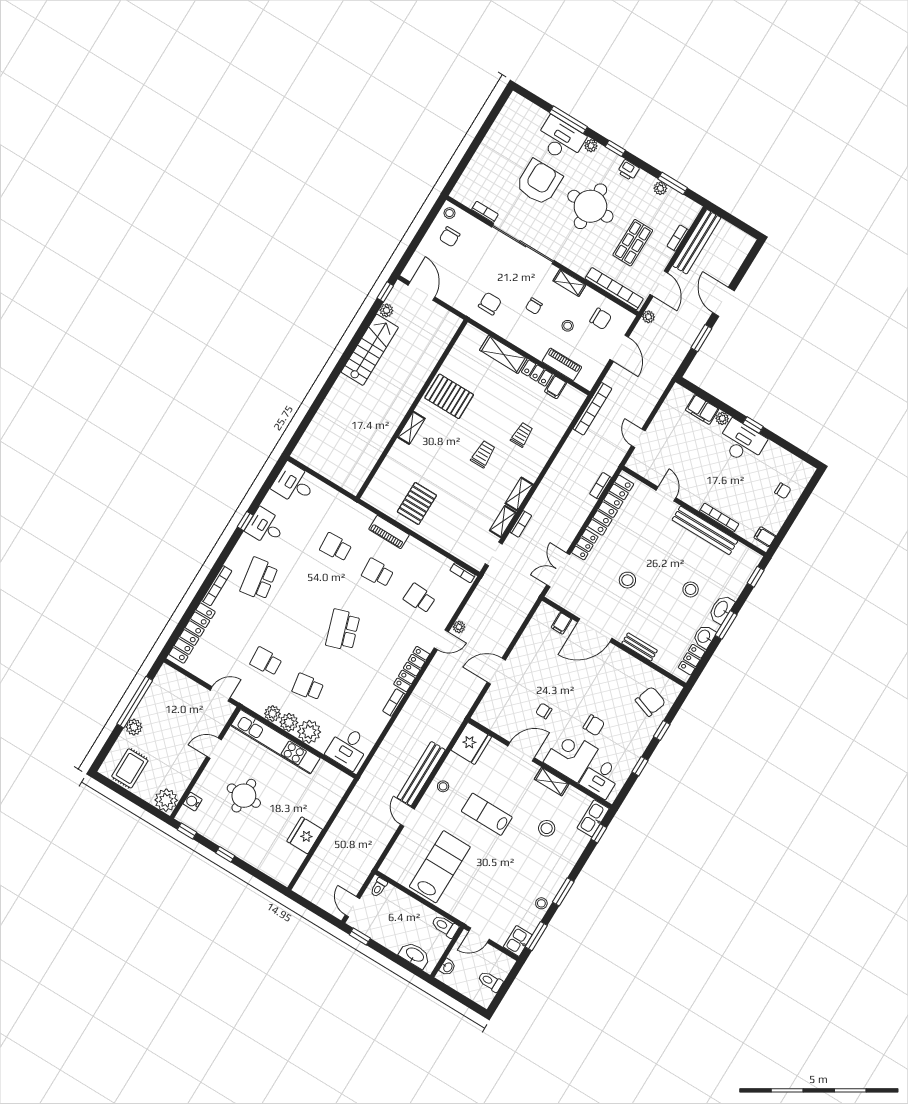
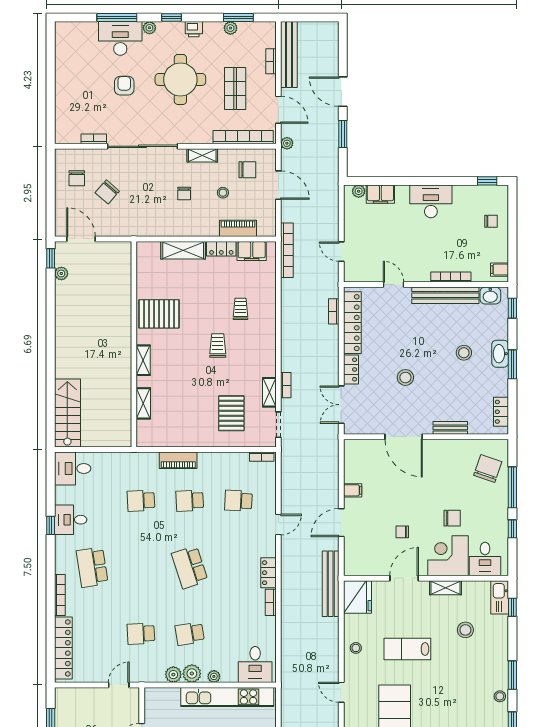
armchair: (539, 182) -> (124, 86), width x0.53, depth x0.53
stool: (449, 213) -> (64, 158), removed
chair: (490, 304) -> (107, 192), moved, turned -139
stairs: (370, 350) -> (67, 413), moved
filing cabinet: (556, 387) -> (252, 251), width x2.00
plant: (722, 418) -> (359, 191), moved
window: (753, 425) -> (487, 181), moved
shelving: (519, 494) -> (143, 403), moved
pallet: (417, 503) -> (231, 413), moved
filing cabinet: (561, 623) -> (353, 490), moved, turned -90
plant: (459, 627) -> (287, 504), removed
door: (595, 630) -> (404, 437), hinge flipped
washbasin: (704, 637) -> (490, 296), moved, turned -90
locker: (412, 669) -> (268, 573), width x0.66
window: (662, 731) -> (512, 487), width x2.17
plant: (309, 732) -> (214, 676), width x0.53, depth x0.53
kitchen unit: (275, 742) -> (227, 697), moved
bench: (421, 774) -> (331, 584), moved

